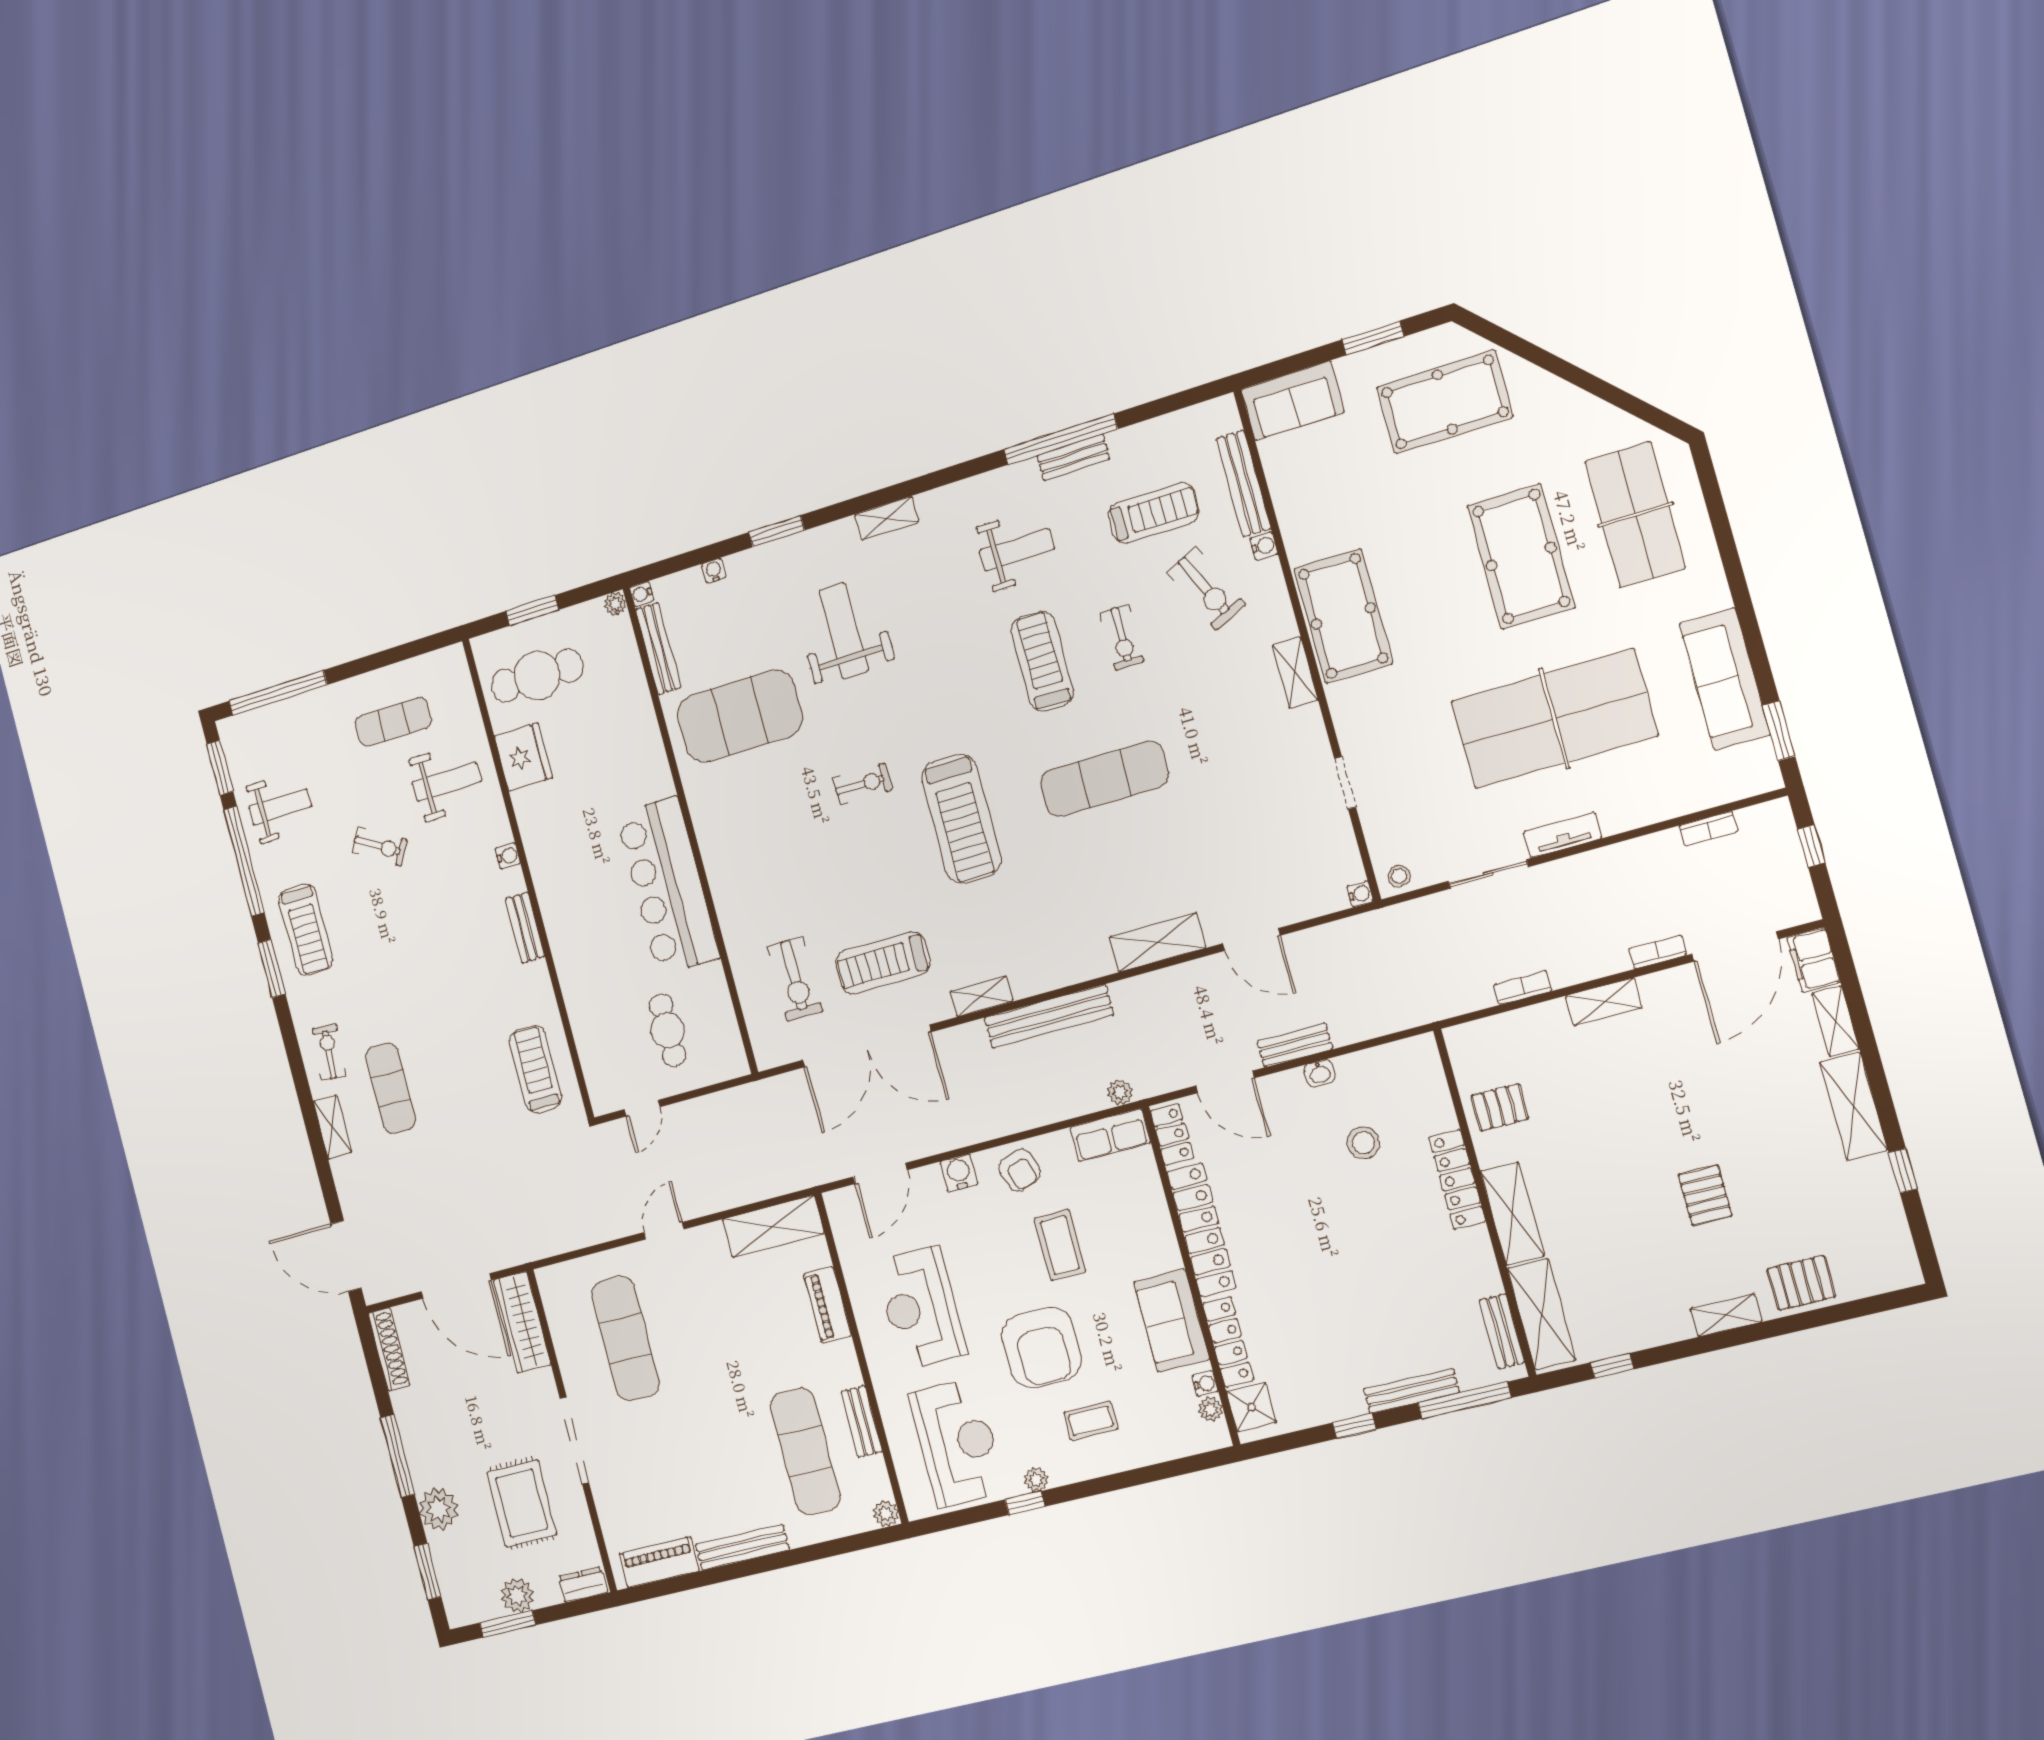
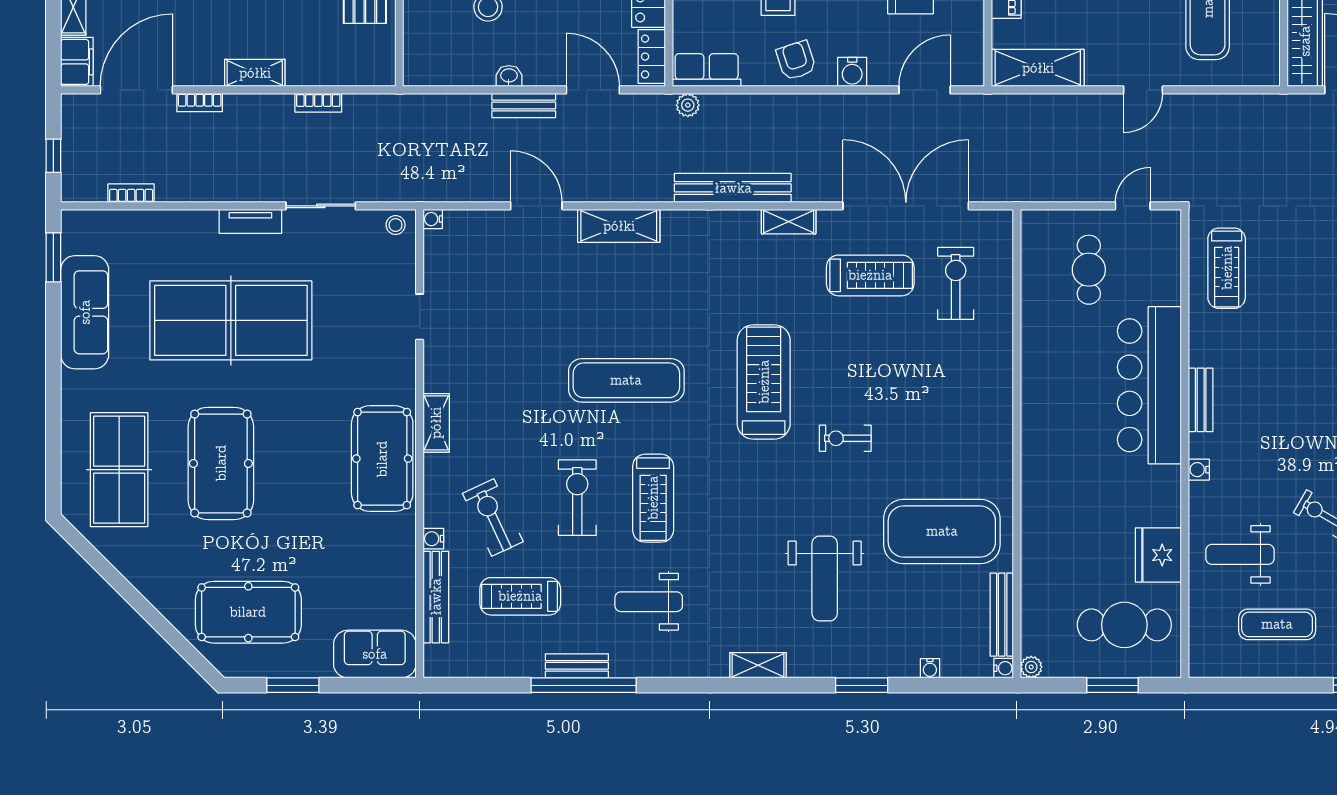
exercise bike: (1122, 637) -> (577, 498), width x1.38, depth x1.39
bar counter: (668, 886) -> (1149, 385), moved, turned 180

